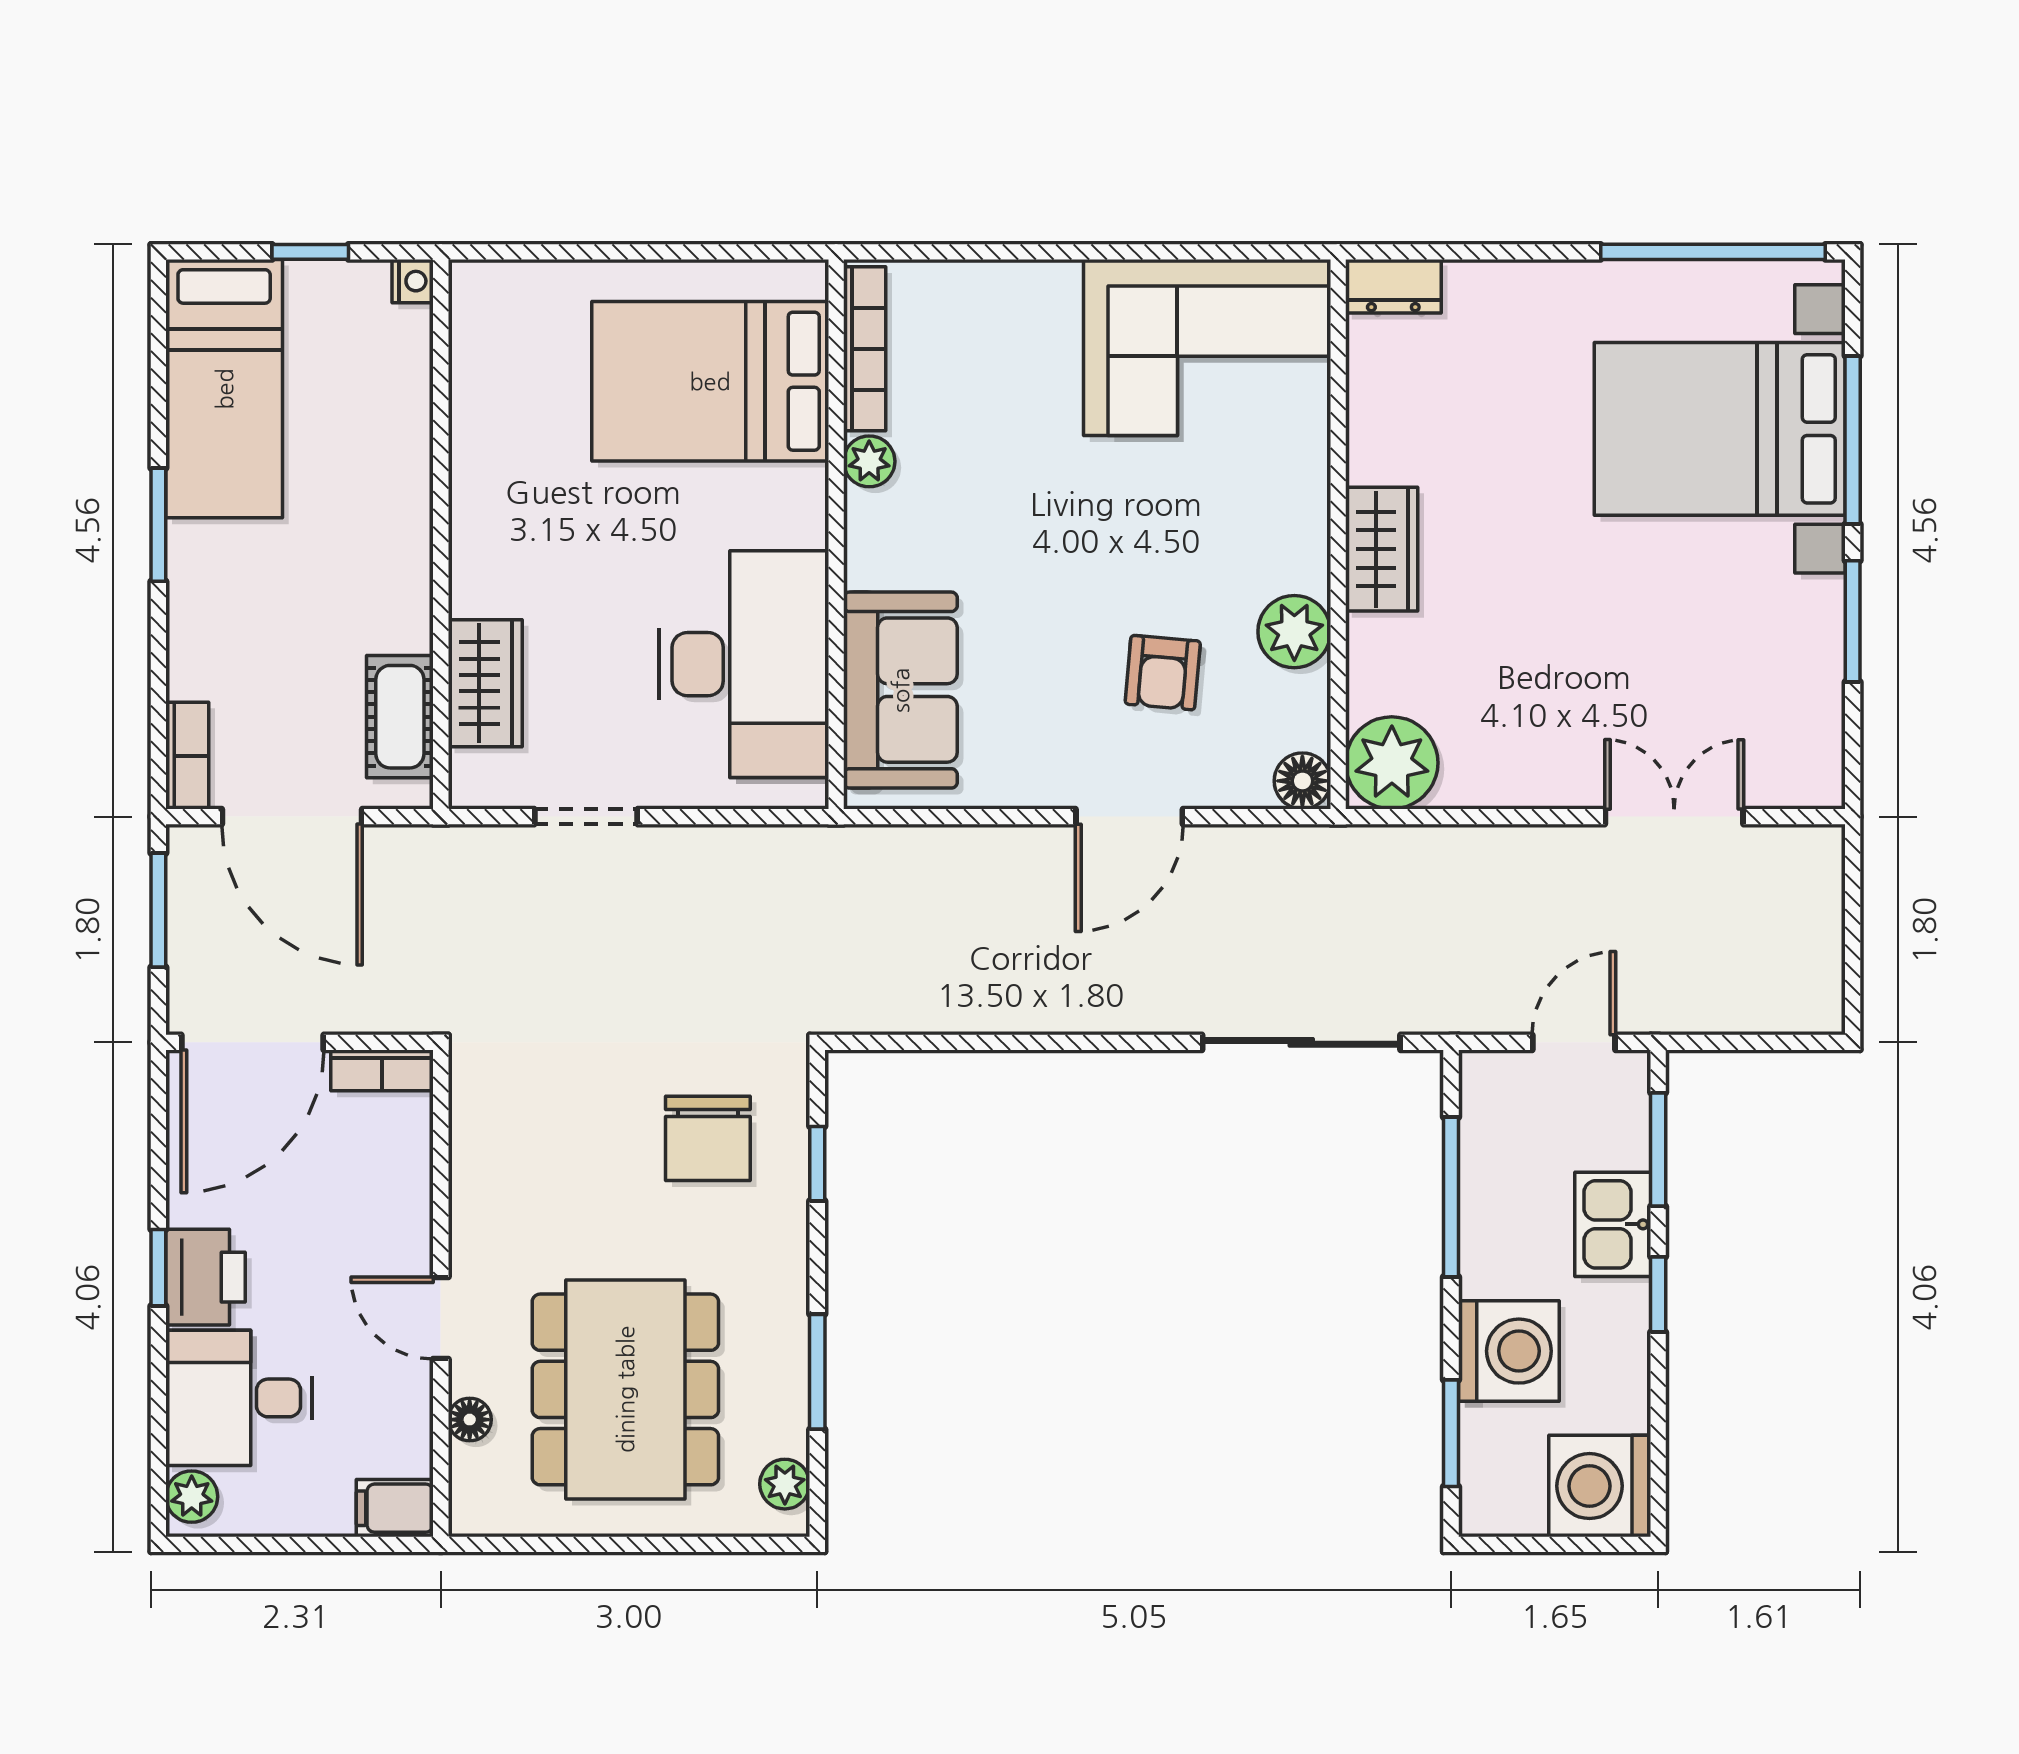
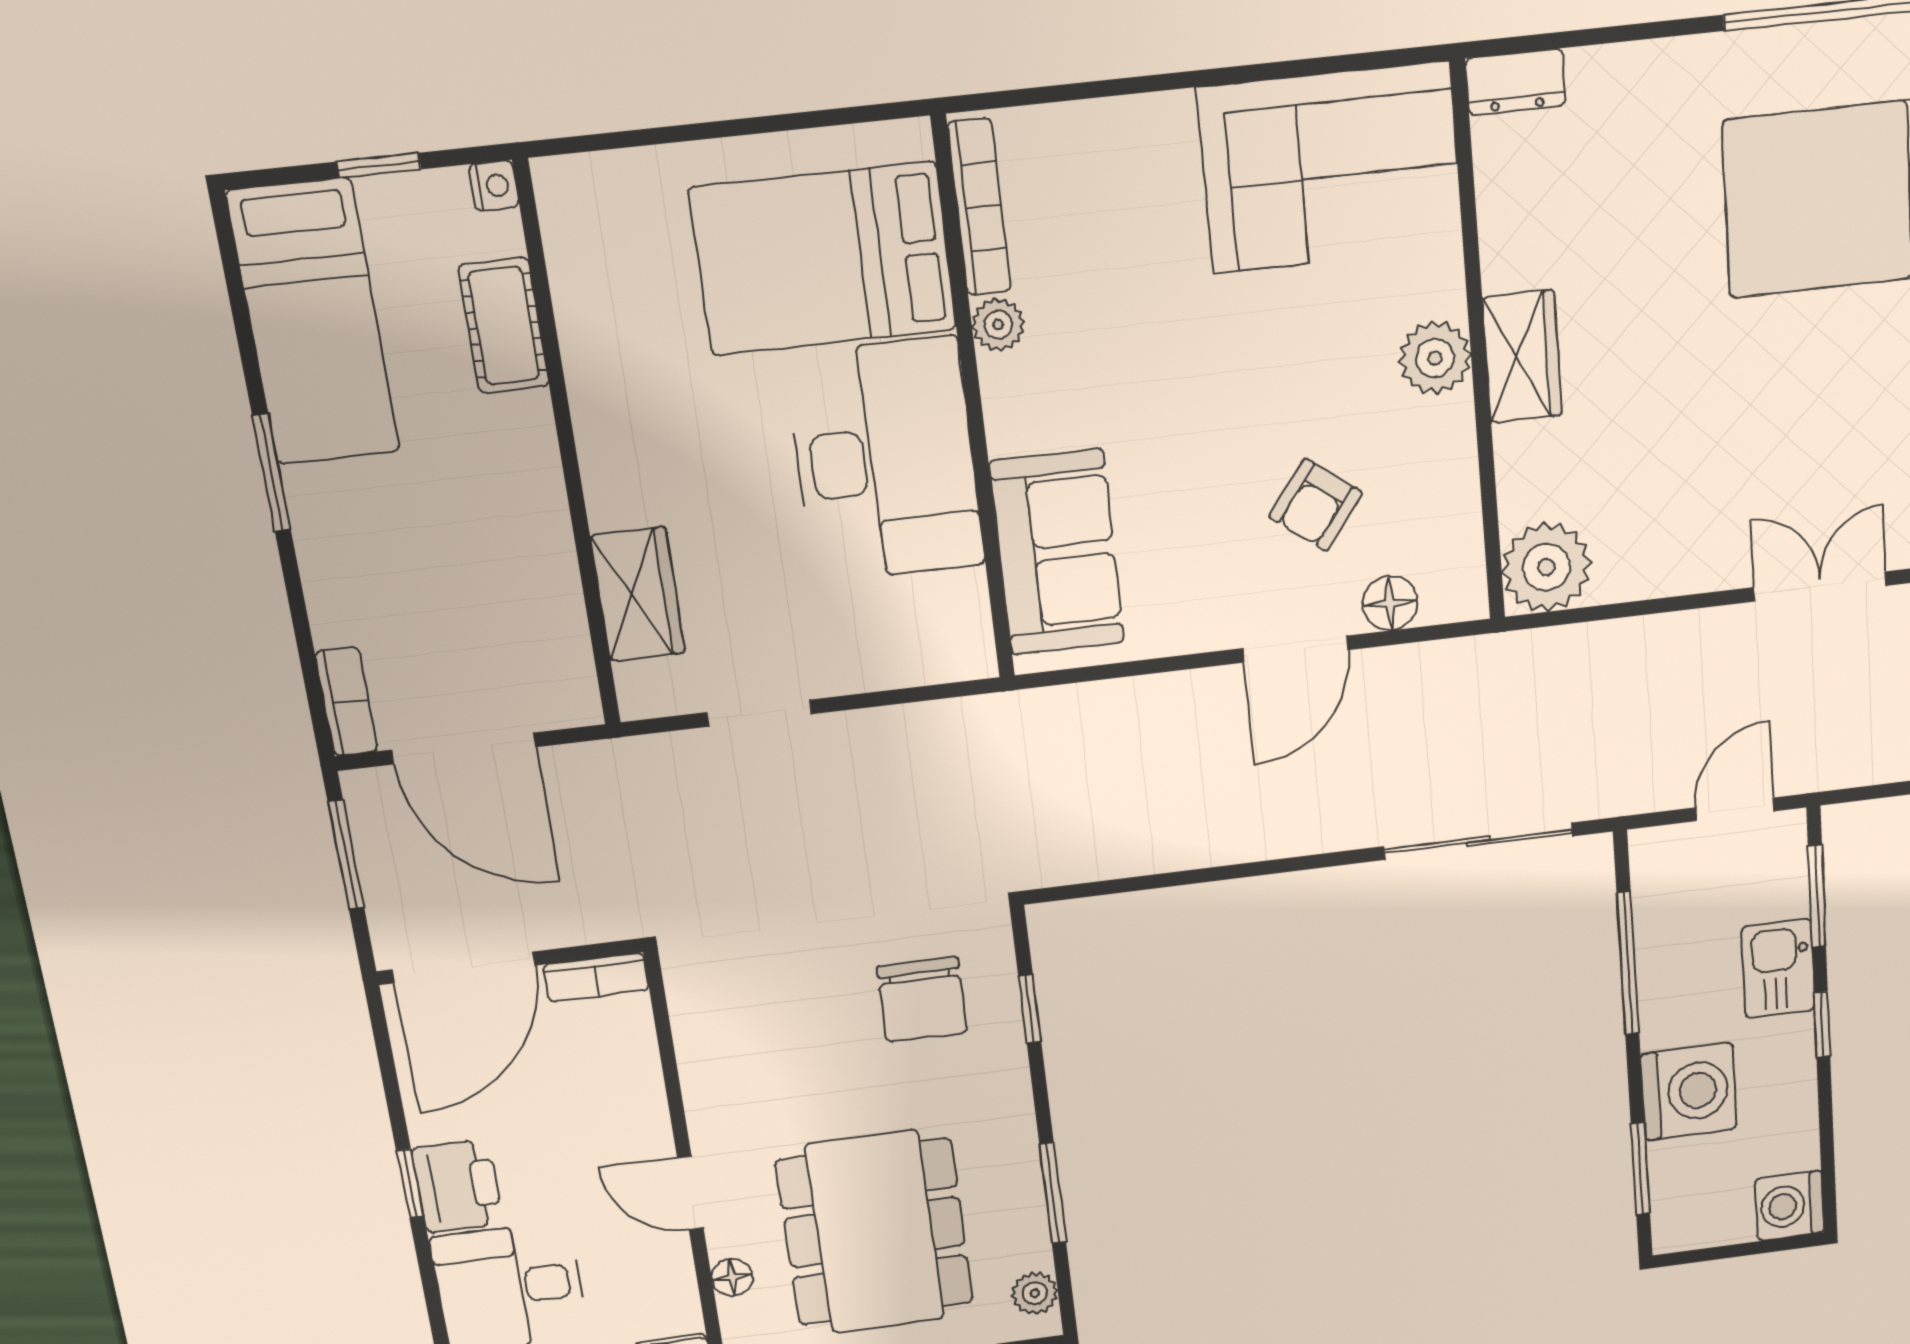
plant: (1294, 632) -> (1435, 358), moved
desk: (744, 664) -> (885, 460), moved
armchair: (1163, 673) -> (1316, 505), turned 32
cot: (400, 717) -> (504, 326), moved
floor lamp: (1302, 781) -> (1390, 603), moved
washing machine: (1600, 1486) -> (1789, 1206), width x0.73, depth x0.73

